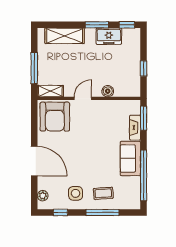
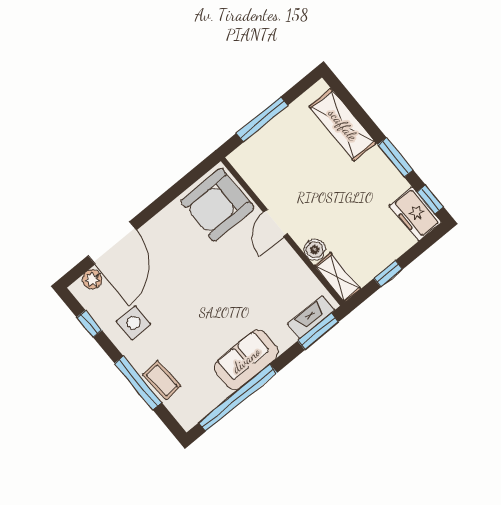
freezer: (109, 36) -> (415, 214), moved
shelving: (50, 91) -> (338, 277), moved
door: (83, 98) -> (276, 223), swing flipped
fireplace: (135, 128) -> (311, 317), moved
door: (34, 161) -> (112, 243), moved
coffee table: (103, 193) -> (162, 380), moved

